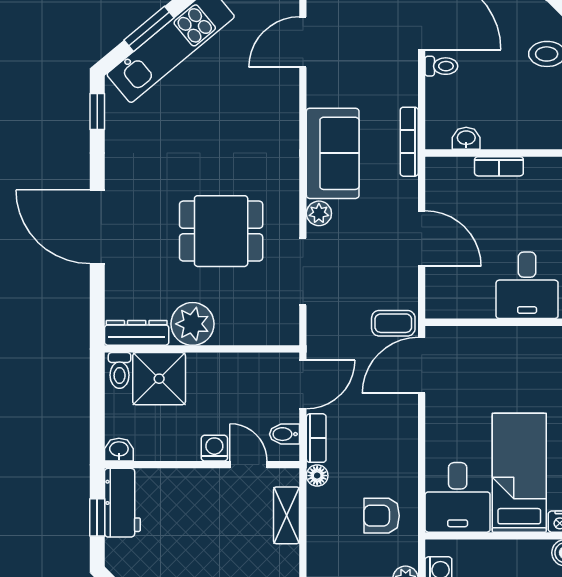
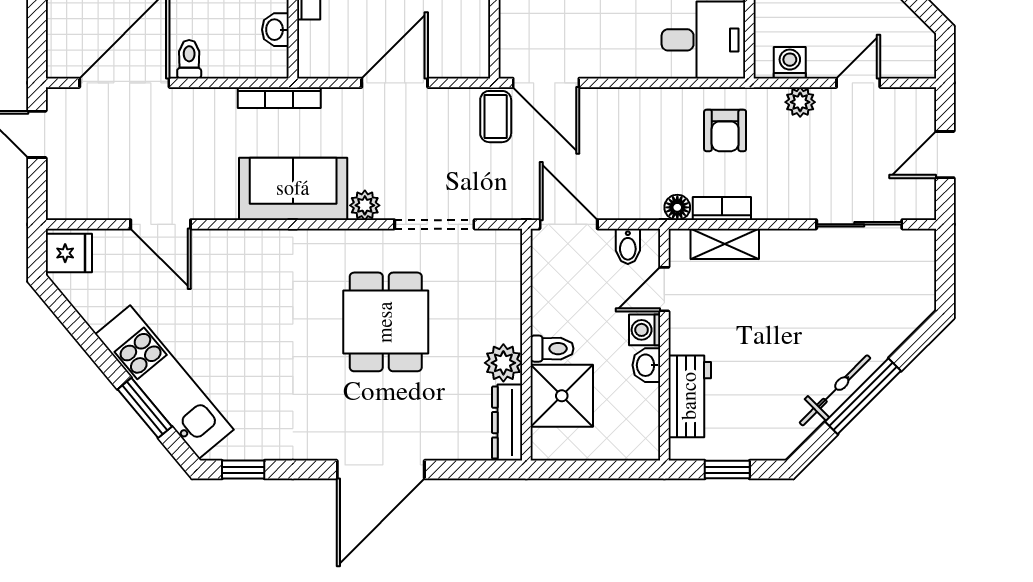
plant: (192, 324) -> (503, 363), width x0.73, depth x0.73
toilet: (120, 370) -> (552, 349), moved
bookcase: (316, 438) -> (722, 208), moved
washbasin: (119, 450) -> (646, 365), moved
workbench: (122, 503) -> (690, 396), moved, turned 90

